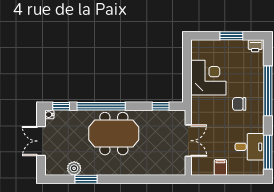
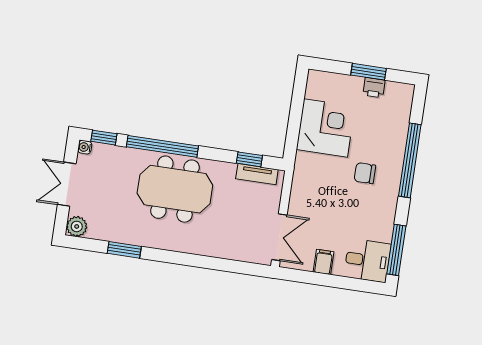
printer: (255, 46) -> (374, 88), moved
tv unit: (167, 115) -> (257, 174), added
double door: (188, 141) -> (279, 237), moved
desk: (250, 147) -> (367, 260), moved
plant: (74, 168) -> (77, 226), moved

